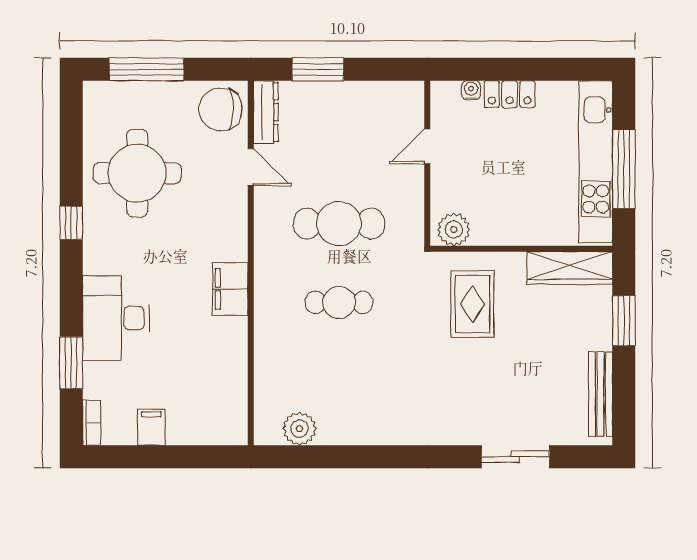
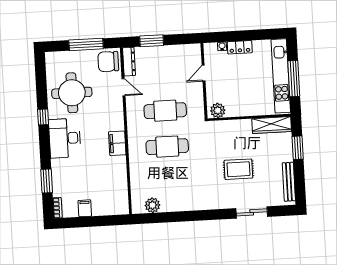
window: (147, 69) -> (86, 44), moved
cafe table: (339, 302) -> (167, 147), width x1.37, depth x1.35
rug: (472, 304) -> (238, 169), moved, turned 90
desk: (116, 318) -> (65, 138), moved

